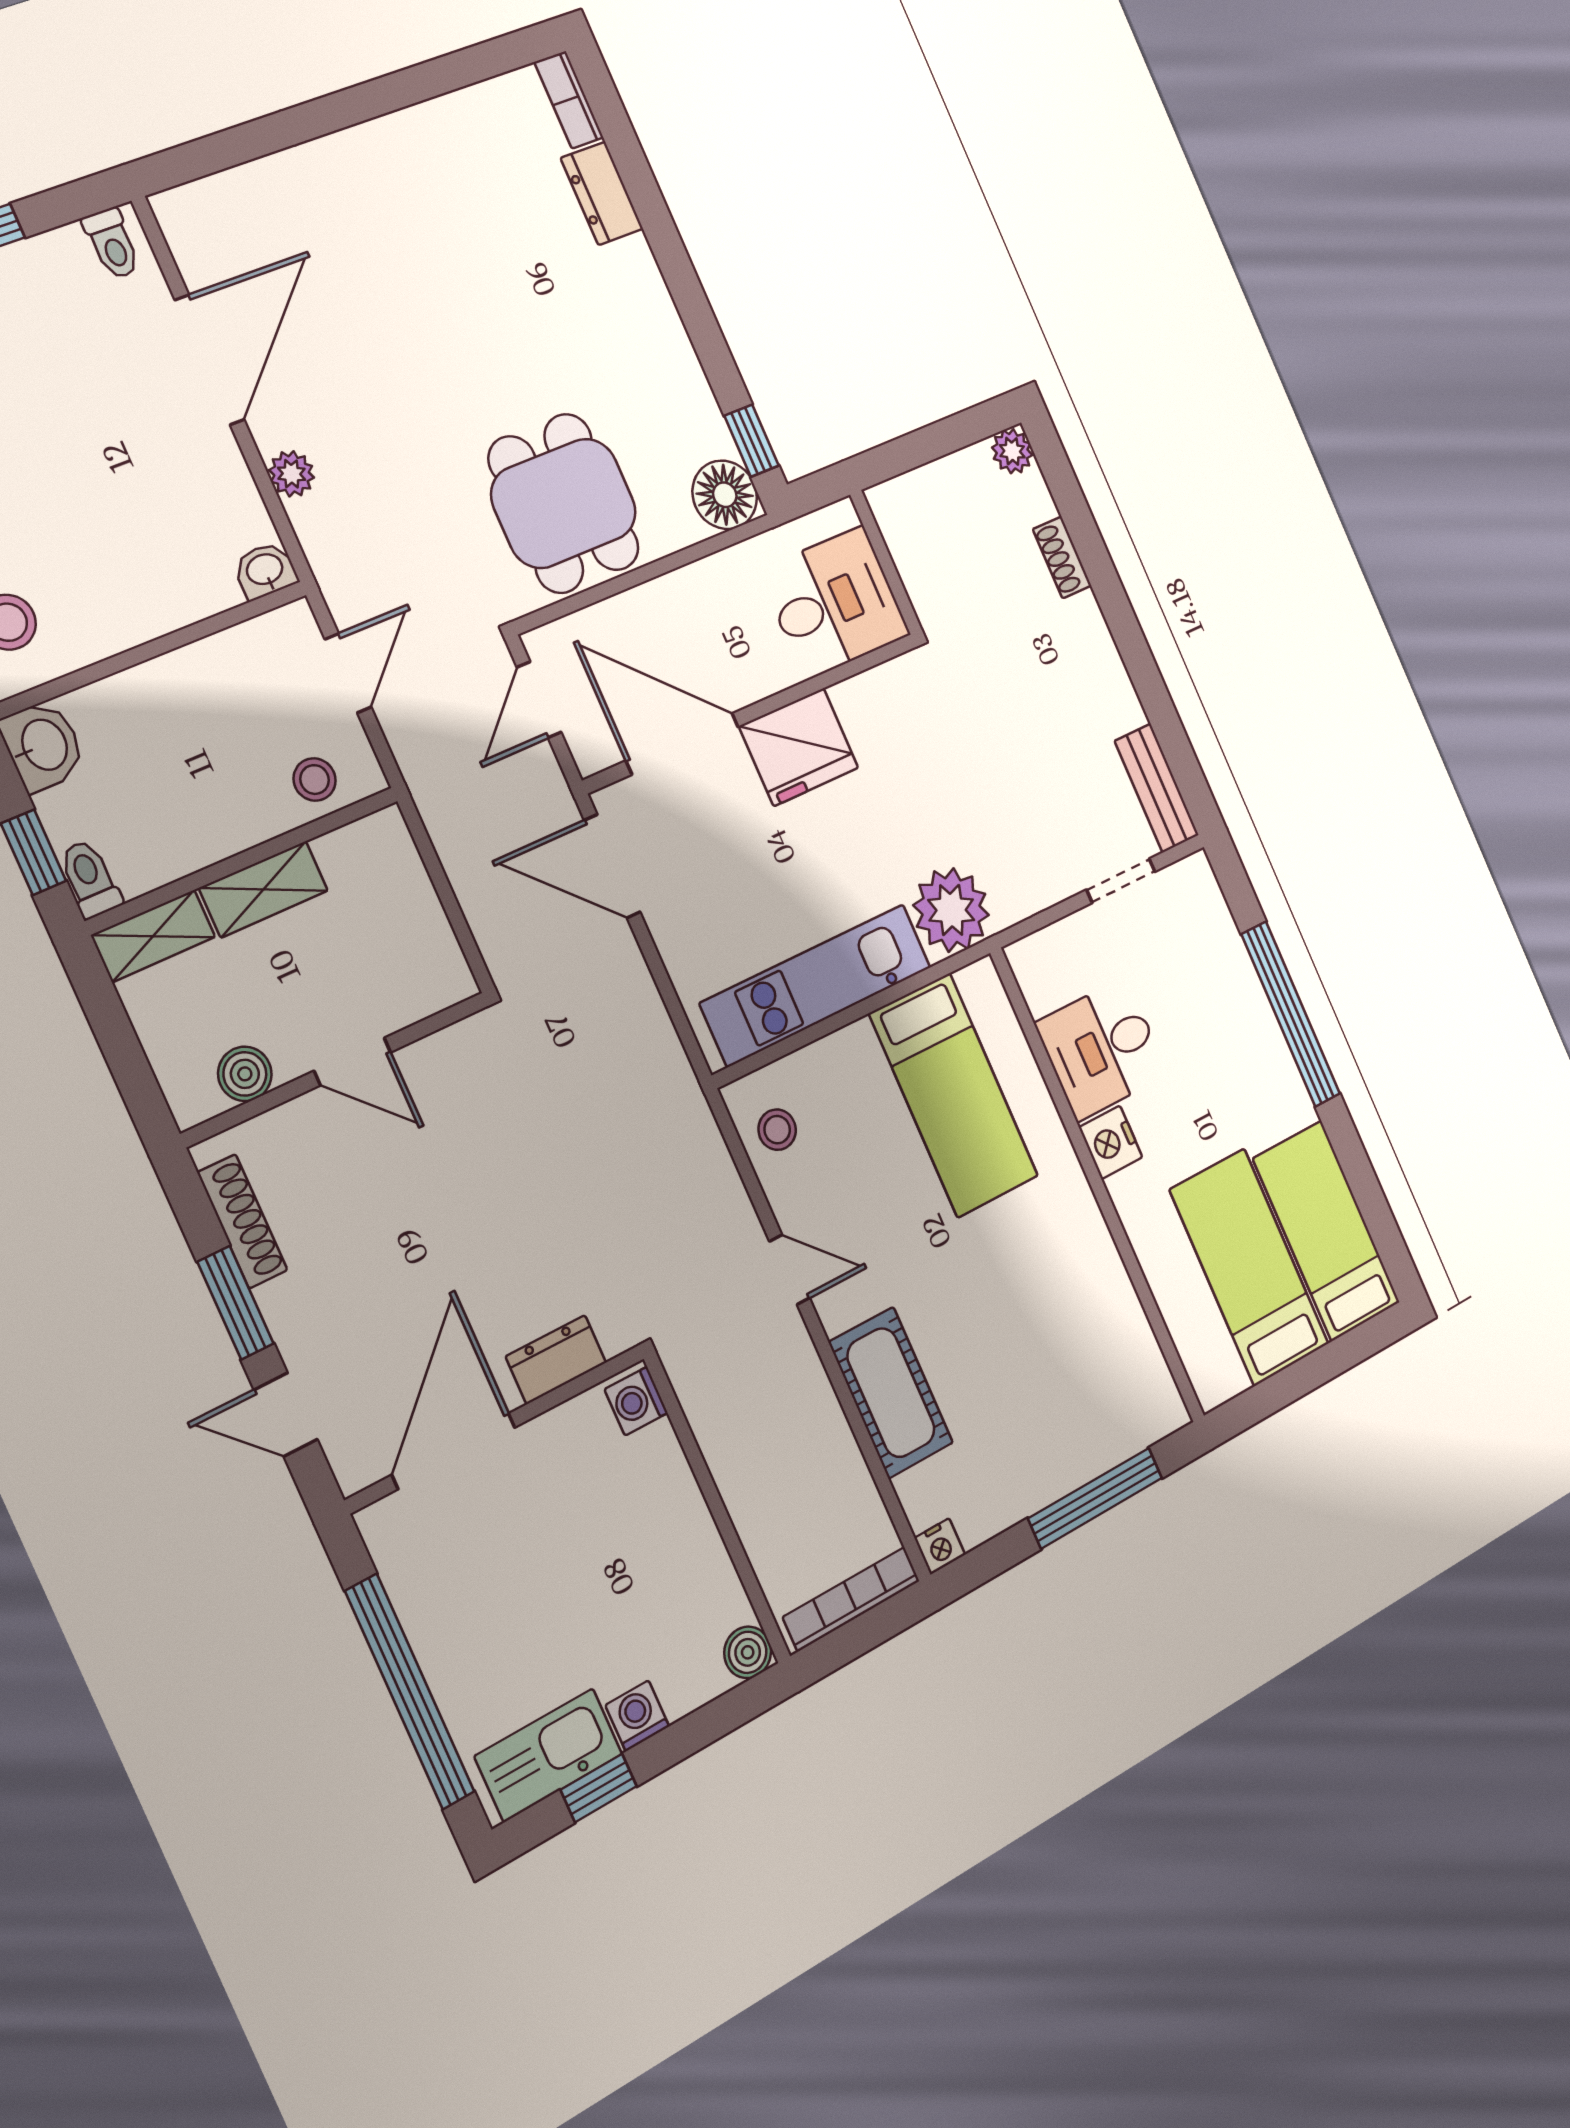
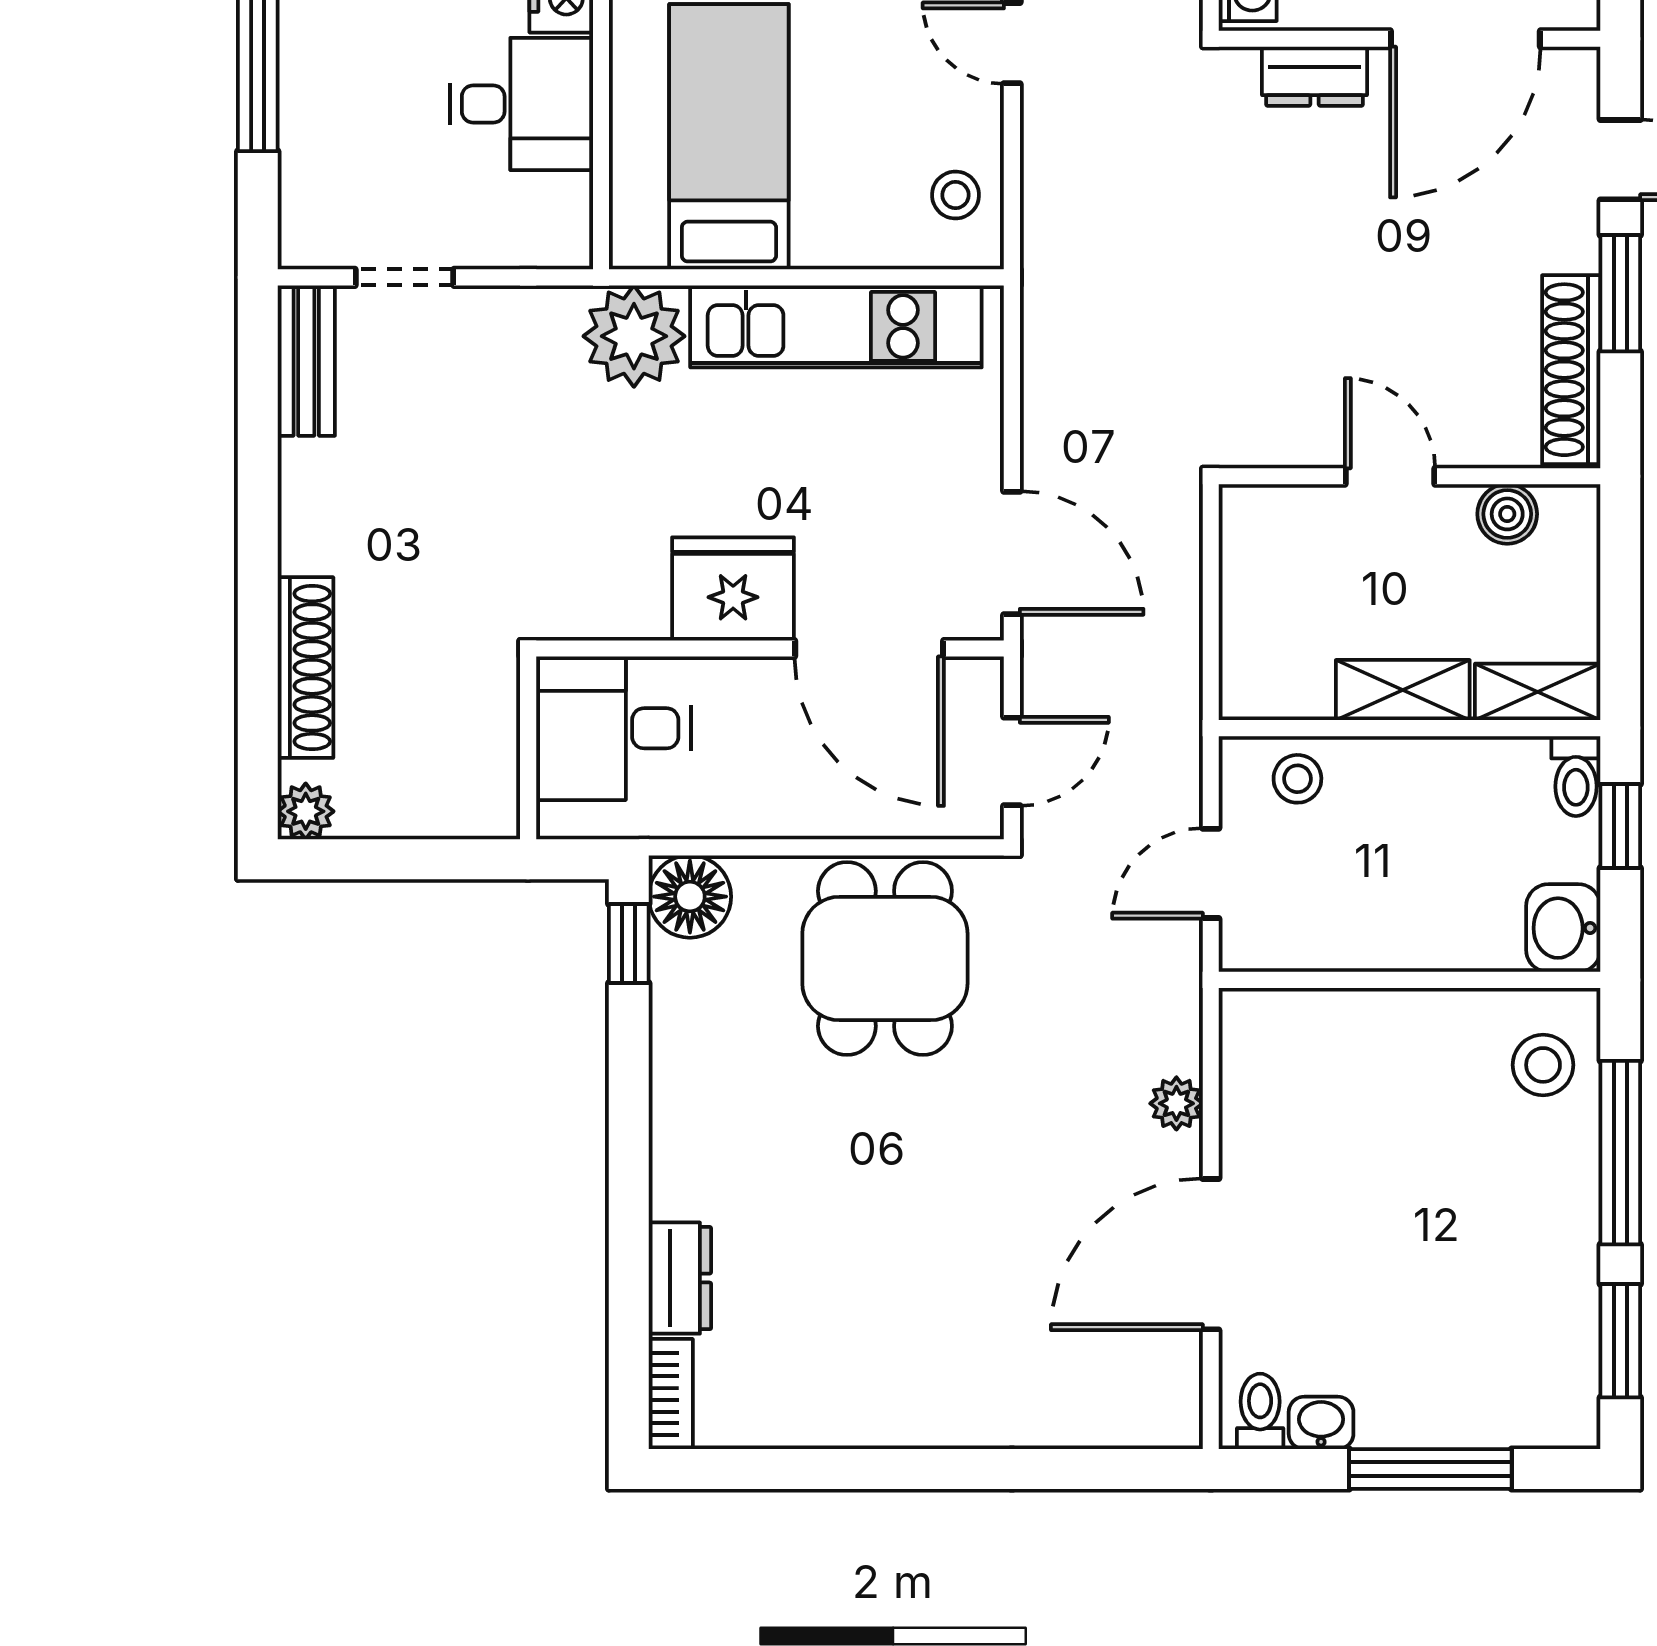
shoe rack: (1062, 557) -> (305, 668), width x1.94, depth x1.24
washbasin: (265, 570) -> (1321, 1423), moved, turned 180
shoe rack: (242, 1221) -> (1571, 370), width x1.36, depth x1.24

